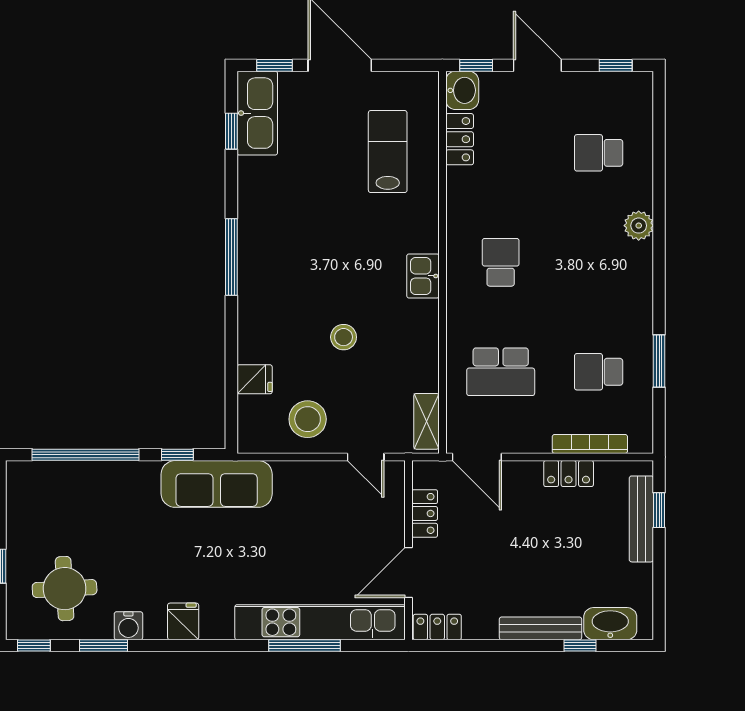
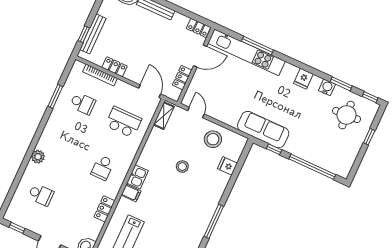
locker: (460, 139) -> (104, 209), moved
filing cabinet: (421, 238) -> (131, 193), added

